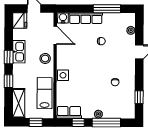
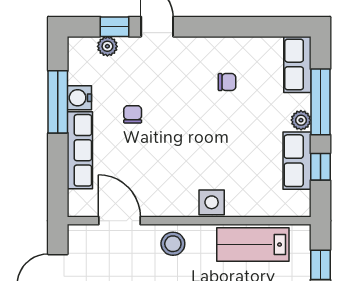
water cooler: (63, 18) -> (79, 98), moved
door: (55, 35) -> (119, 221), hinge flipped
window: (139, 97) -> (115, 27), moved
row of seats: (69, 112) -> (297, 161), moved
row of seats: (123, 113) -> (297, 64), added

